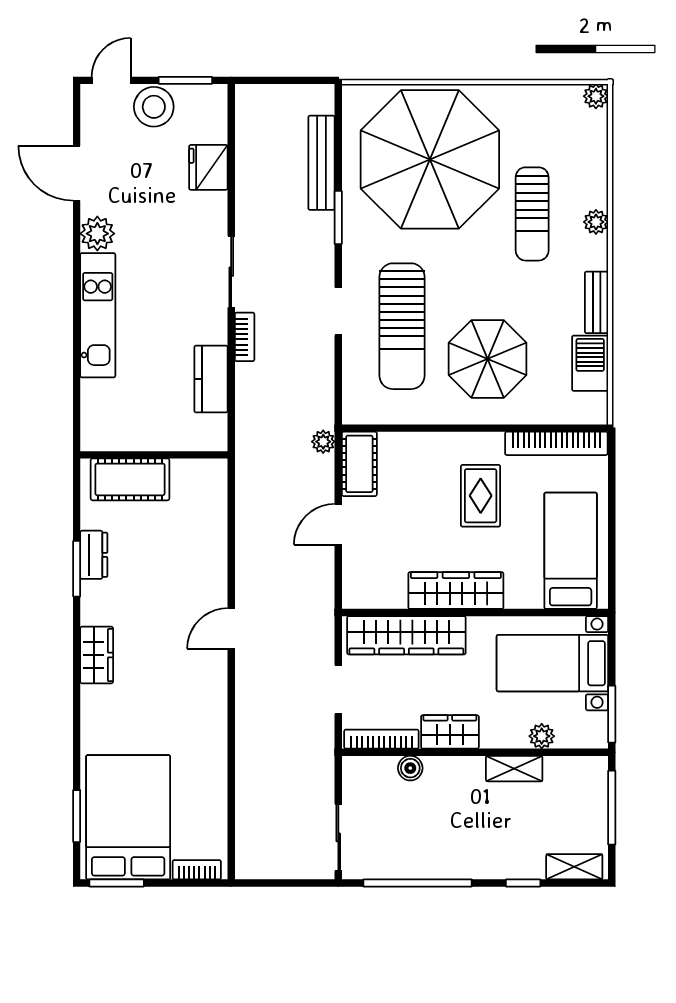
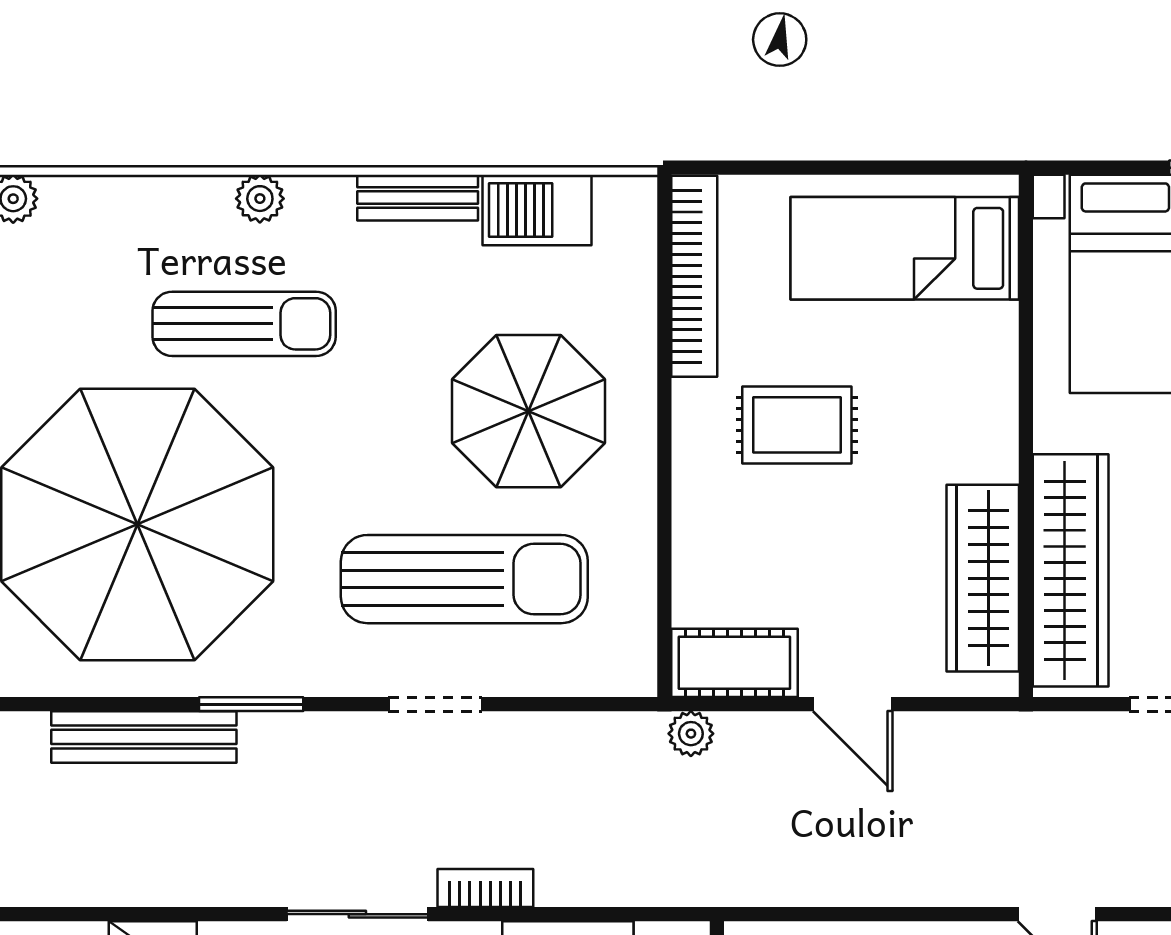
wardrobe: (456, 591) -> (983, 578), moved

